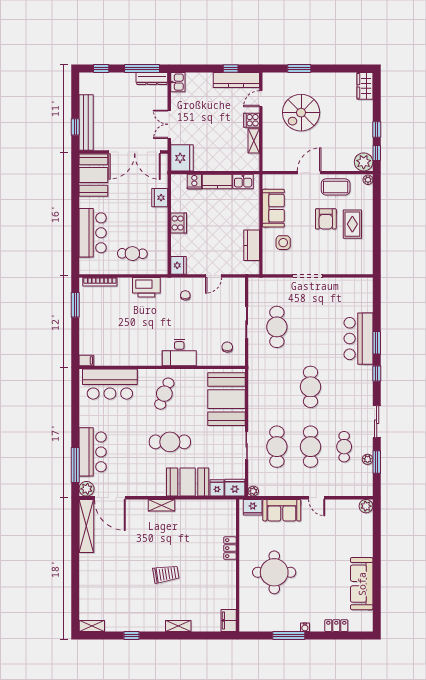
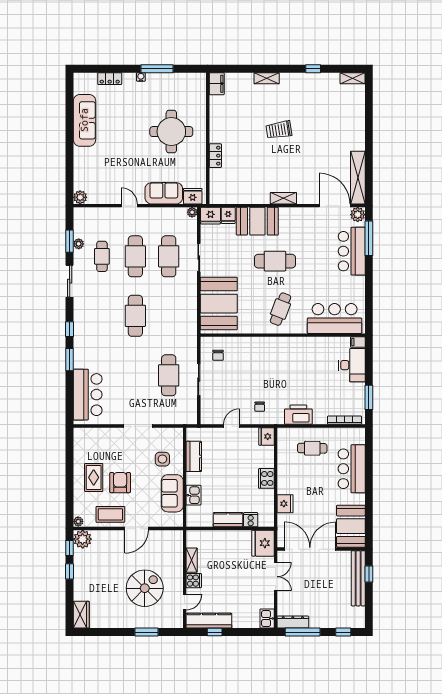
kitchen sink: (243, 182) -> (193, 495), moved, turned 90
bar counter: (358, 339) -> (88, 395), moved
desk: (179, 353) -> (352, 365), moved, turned 90

